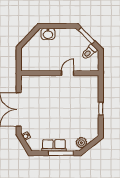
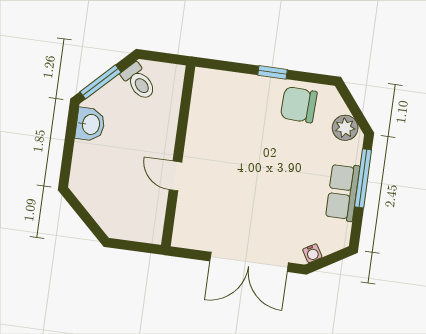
washbasin: (48, 34) -> (90, 124), moved
door: (67, 73) -> (175, 176), moved
chair: (89, 122) -> (299, 105), added

